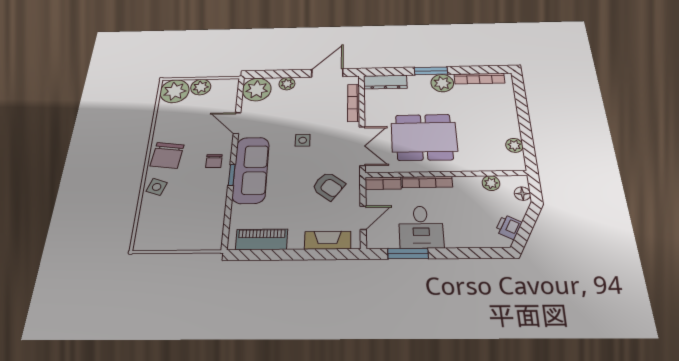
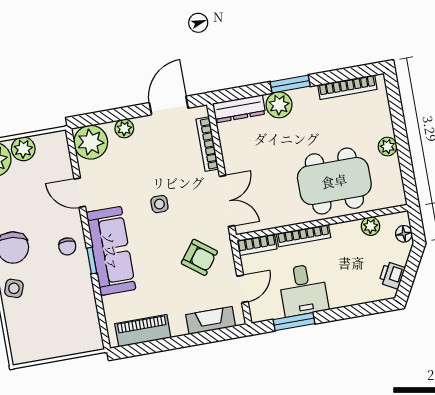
plant: (442, 83) -> (279, 105), moved
dining table: (424, 137) -> (334, 181), moved
plant: (514, 145) -> (387, 146), moved

